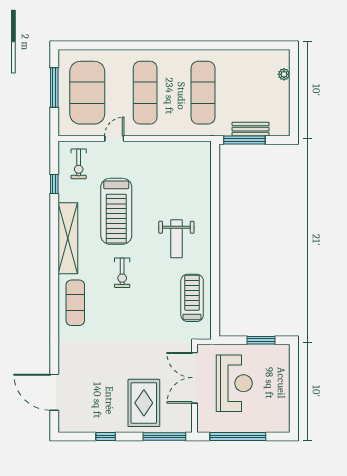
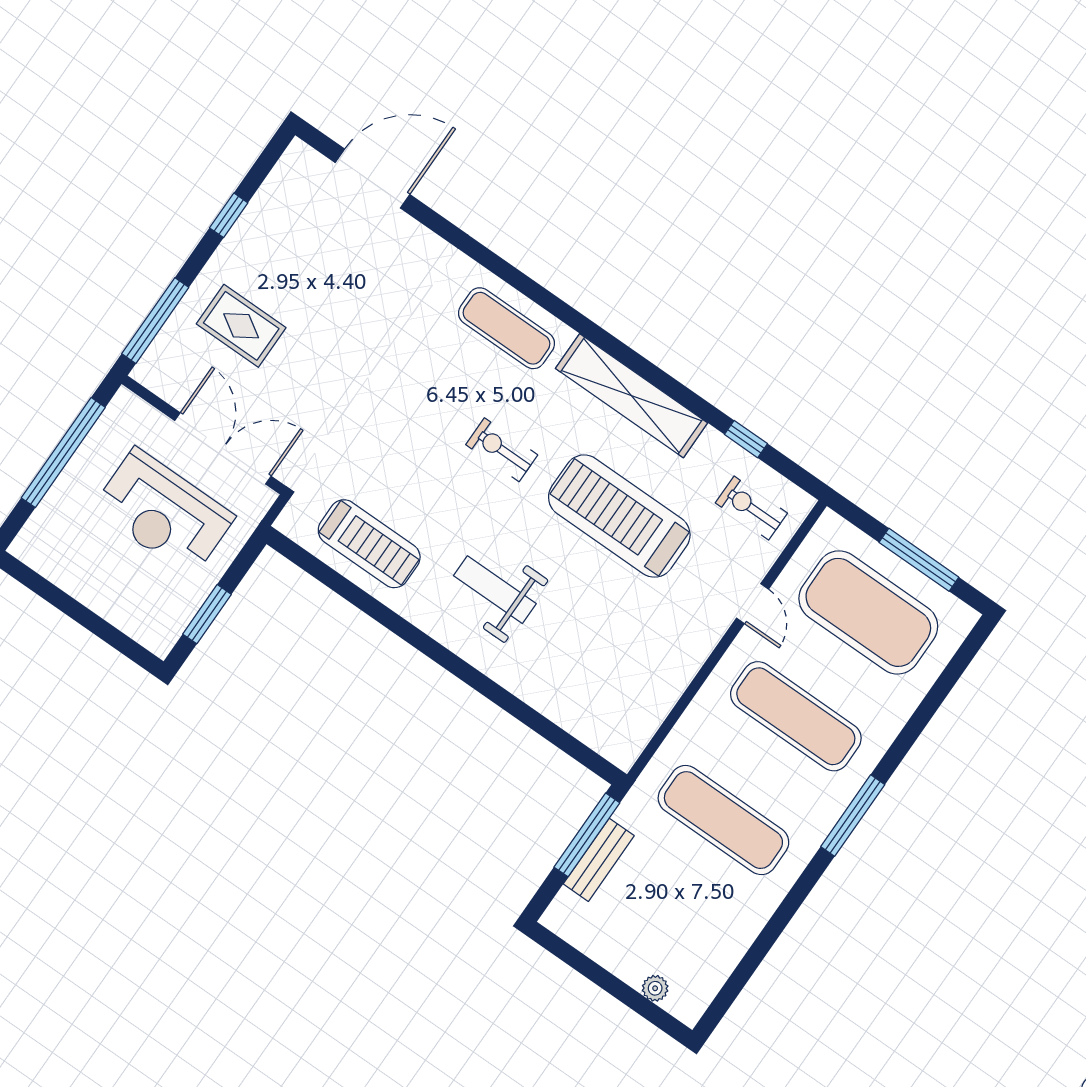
window: (168, 45) -> (853, 816), added
rug: (144, 403) -> (241, 326), width x0.73, depth x0.70

